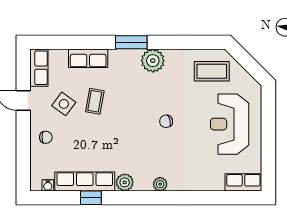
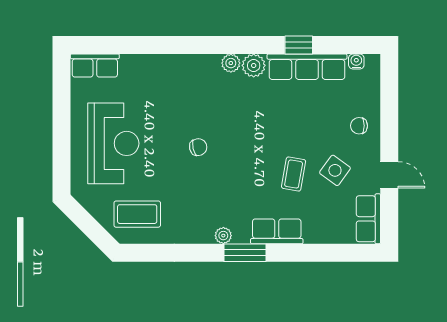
row of seats: (88, 58) -> (277, 231), moved
plant: (153, 61) -> (223, 236), width x0.53, depth x0.53
plant: (160, 184) -> (231, 63), moved

